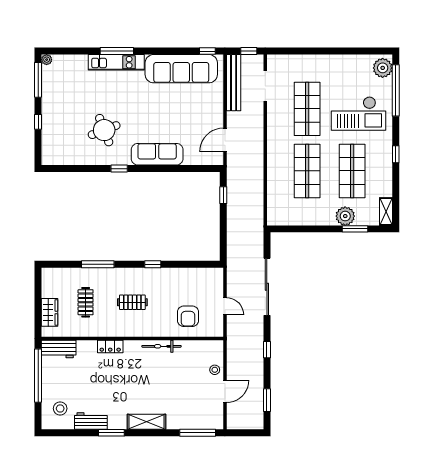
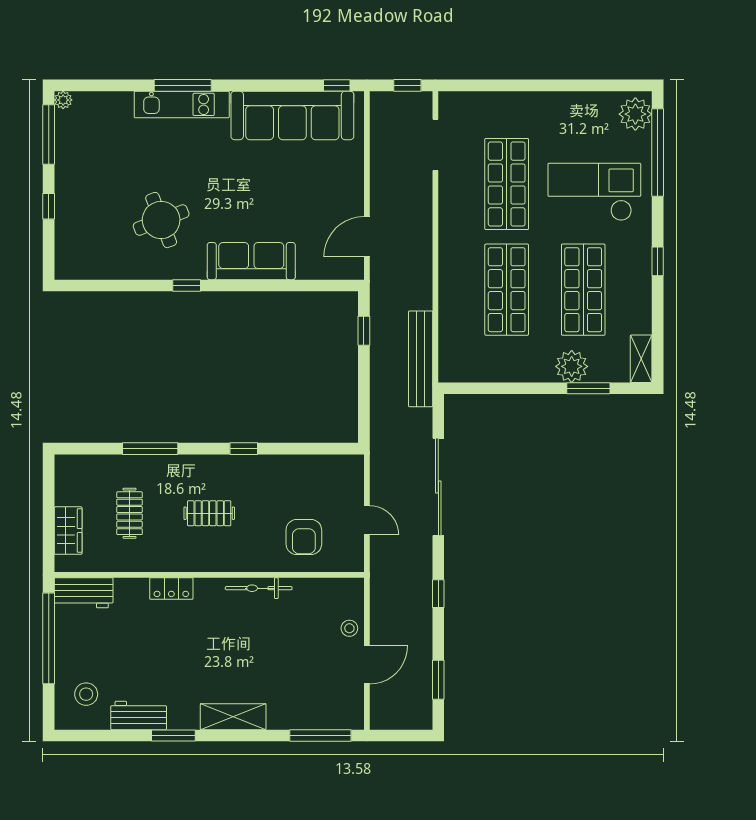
bench: (234, 83) -> (421, 359), moved
checkout: (359, 114) -> (594, 192), turned 180

